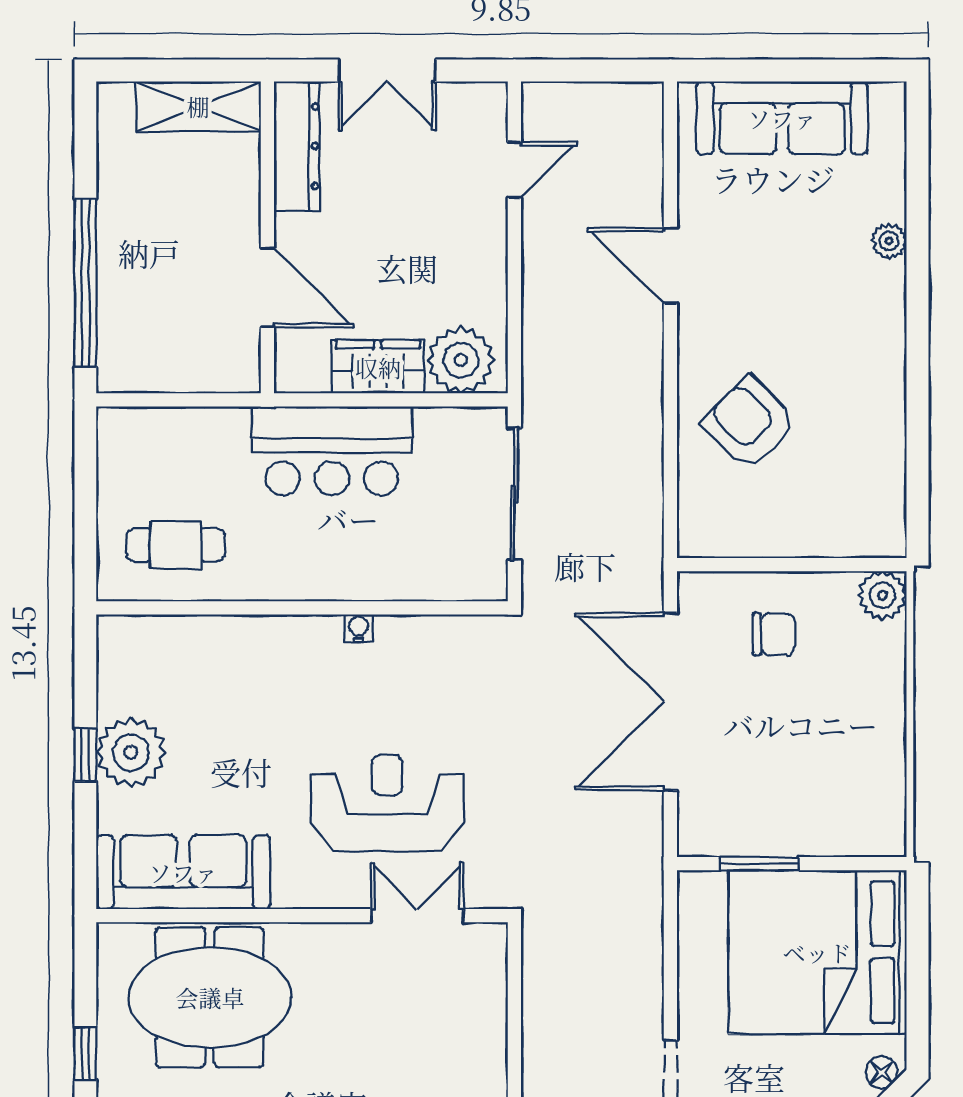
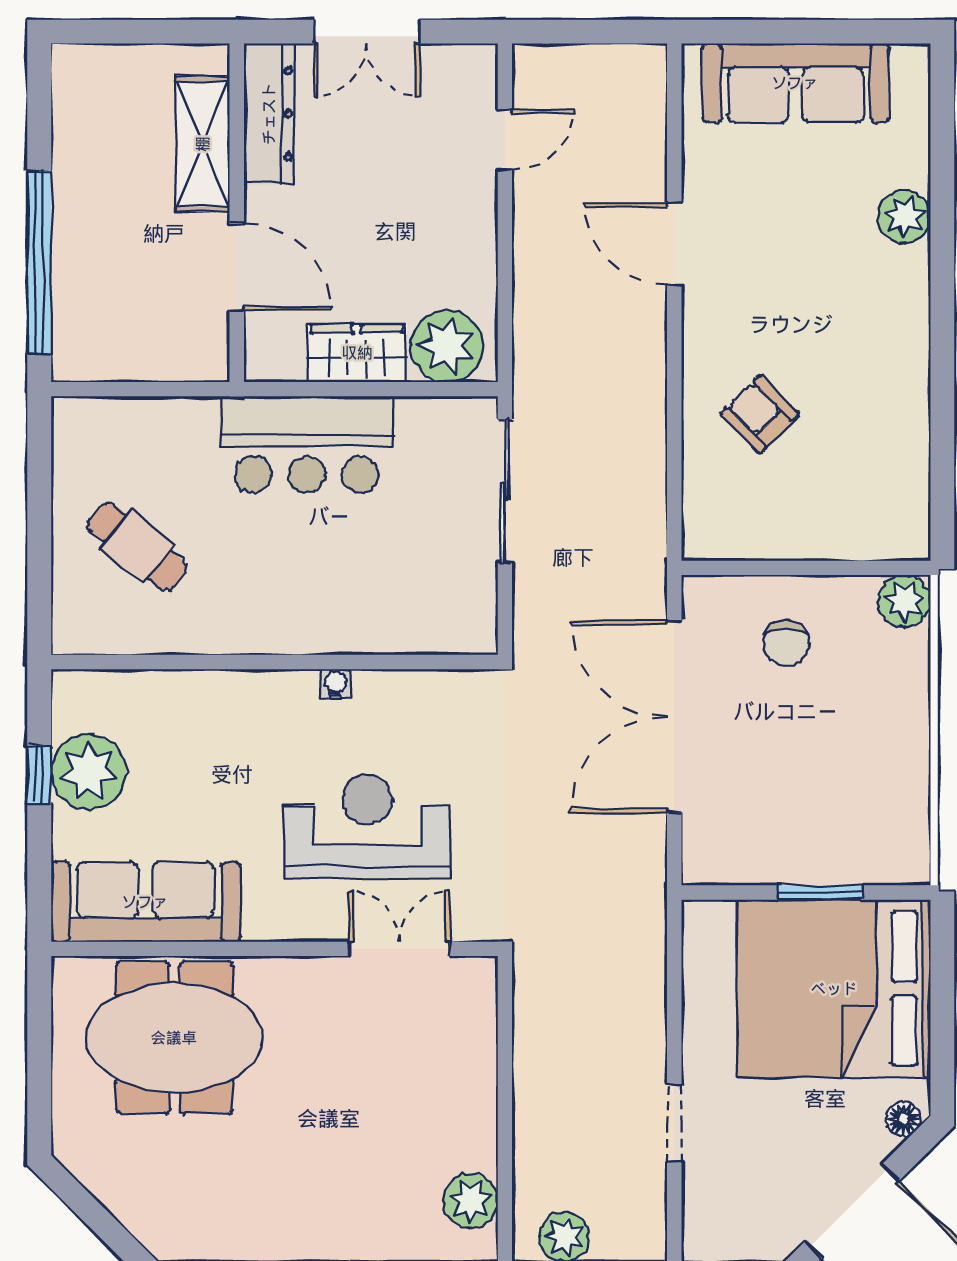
shelving: (198, 106) -> (203, 144), moved, turned 90
plant: (889, 241) -> (904, 217), width x1.38, depth x1.38
armchair: (750, 423) -> (760, 414), width x0.72, depth x0.72
cafe table: (176, 545) -> (137, 546), turned 39
wall: (302, 608) -> (274, 662), moved
water cooler: (359, 628) -> (336, 684), moved
chair: (774, 634) -> (786, 643), turned 90
window: (759, 864) -> (820, 892), moved
window: (85, 1054) -> (39, 1099), removed

